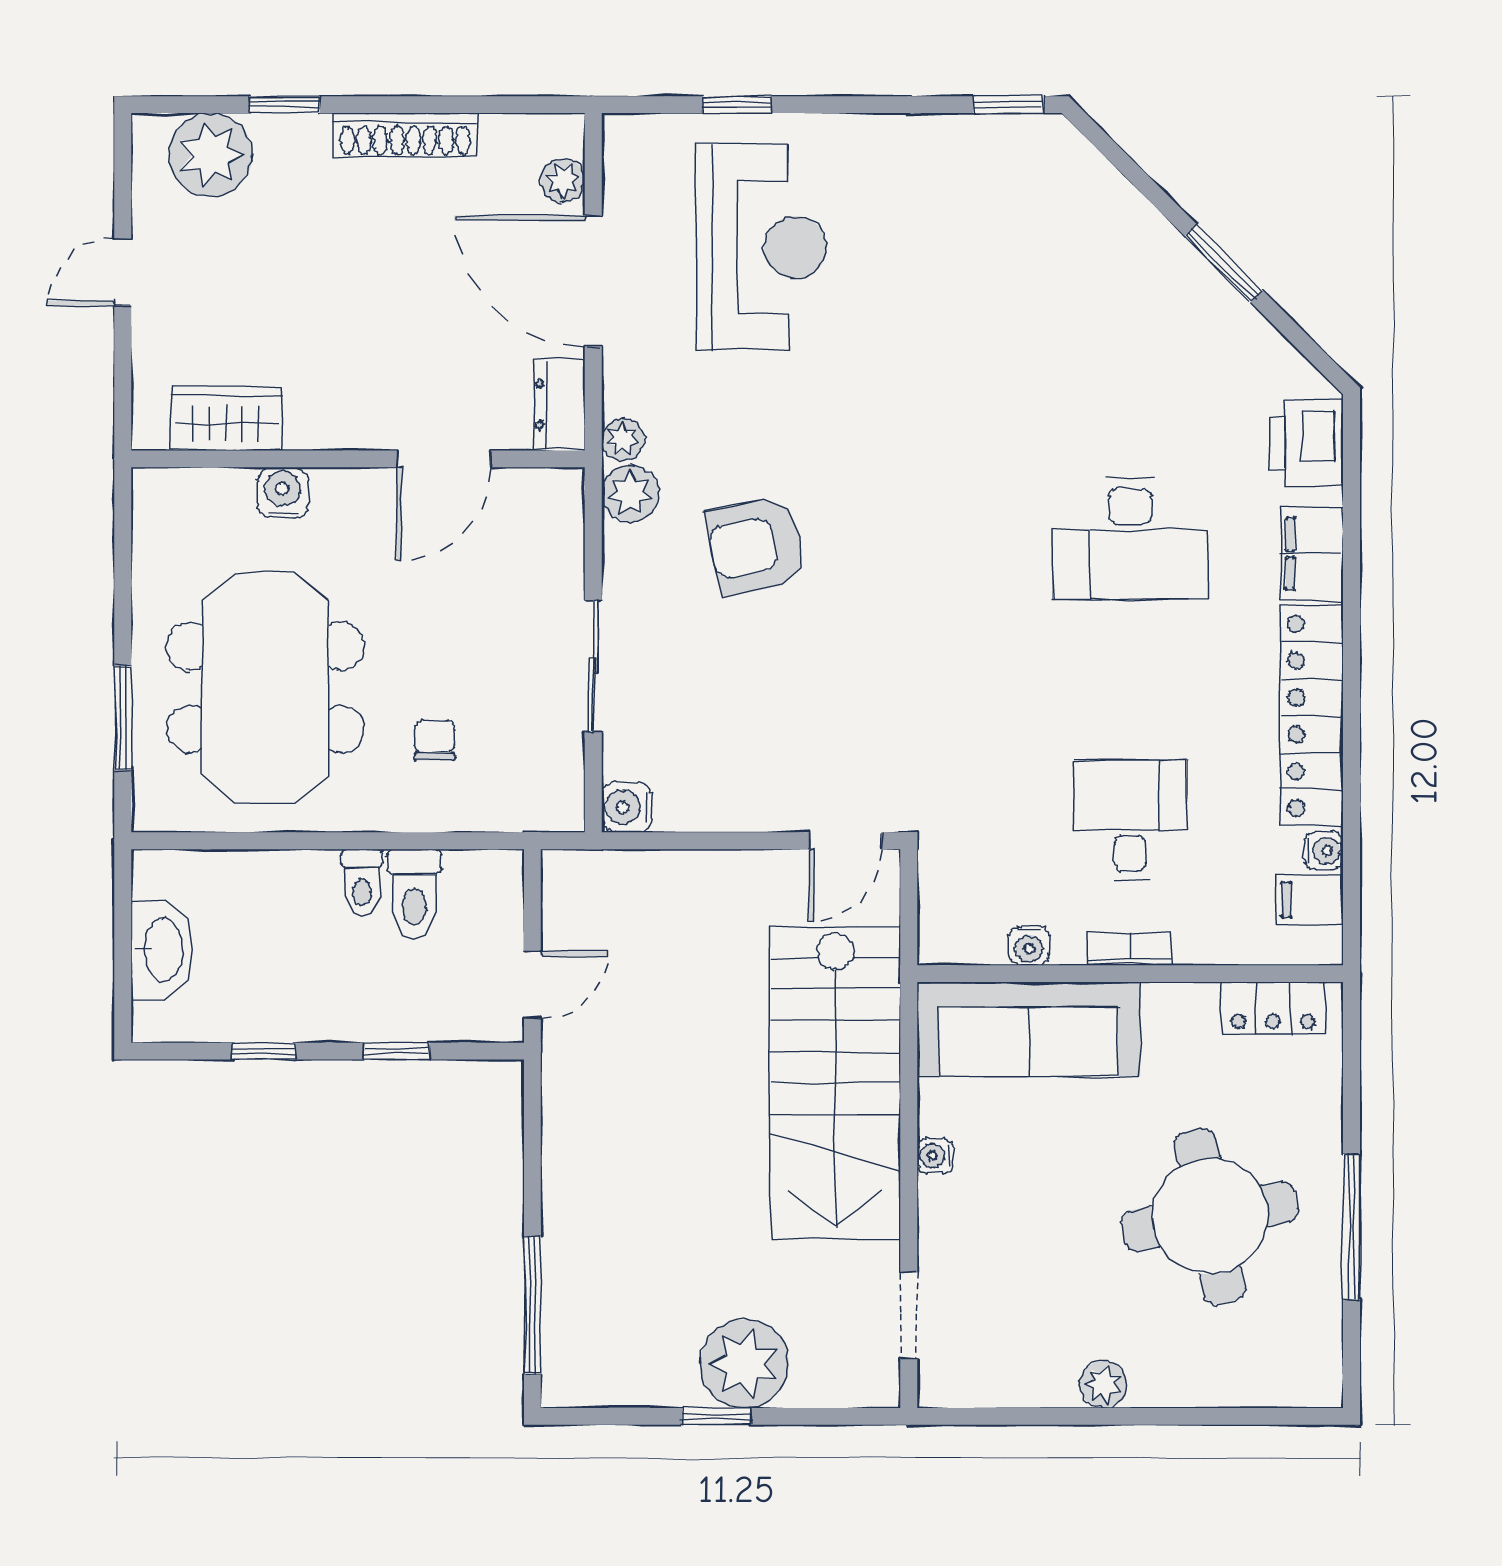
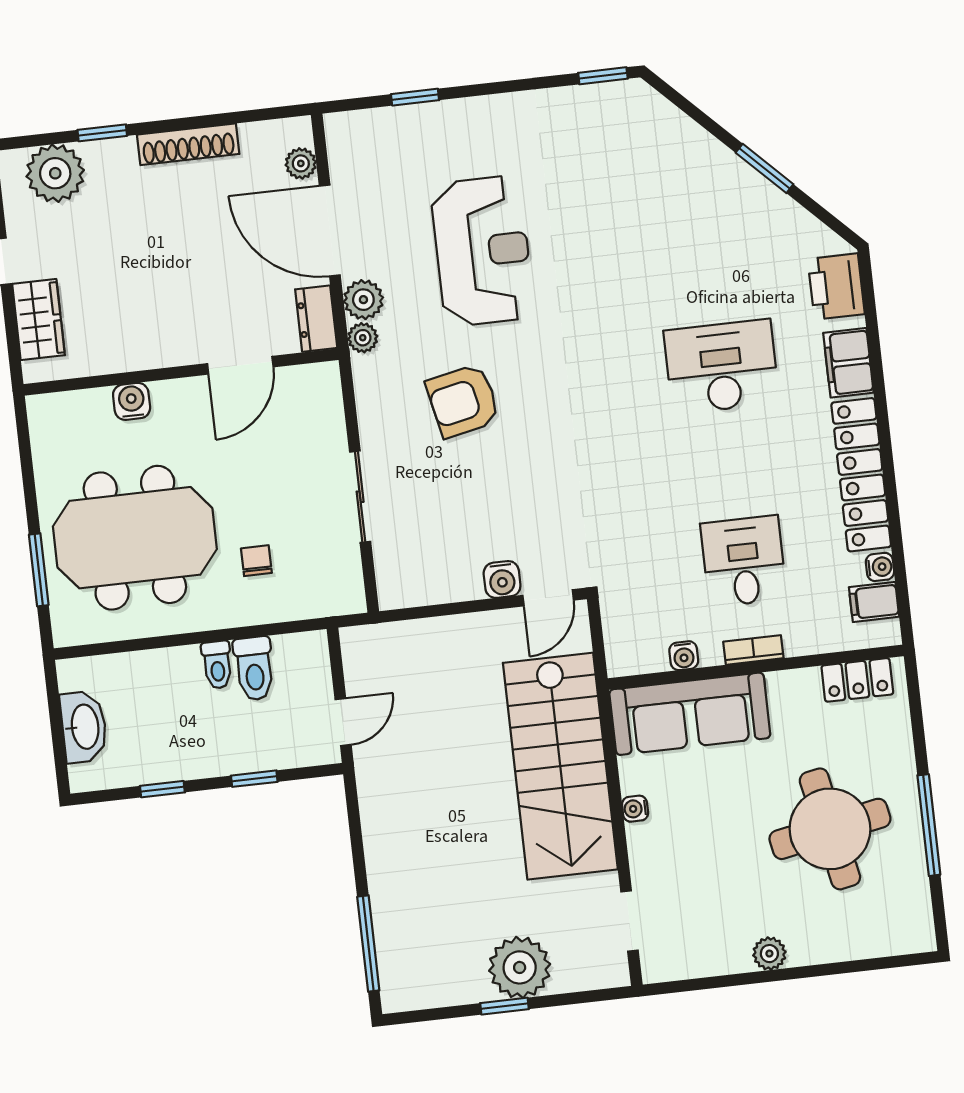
reception desk: (762, 247) -> (482, 251), moved
wardrobe: (226, 419) -> (38, 320), moved, turned 90
plant: (630, 494) -> (363, 300), moved
desk: (1130, 539) -> (721, 367), turned 180
meeting table: (265, 688) -> (135, 538), turned 90
water cooler: (627, 807) -> (502, 579), moved, turned -90

